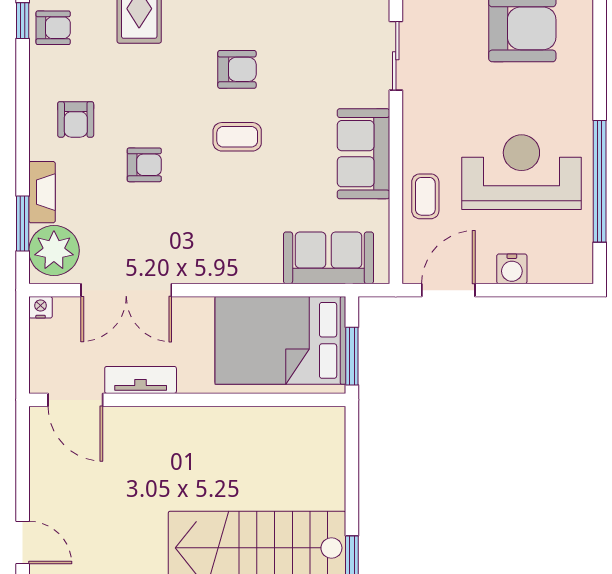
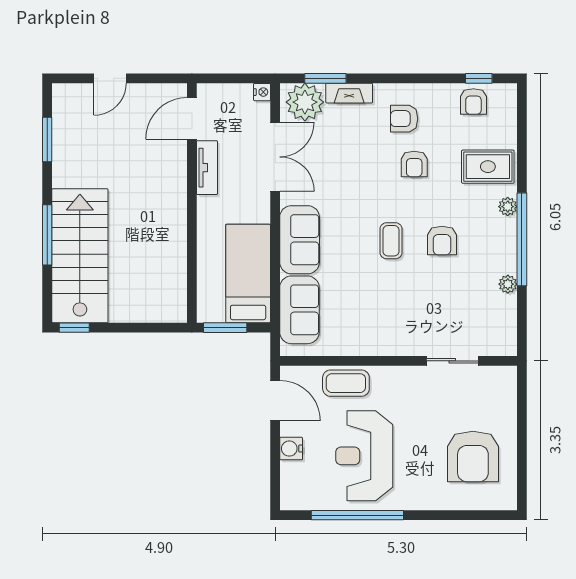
sofa: (363, 154) -> (300, 240), moved, turned 90
armchair: (144, 165) -> (414, 164), moved
reception desk: (521, 172) -> (364, 456), turned 180
coffee table: (425, 196) -> (346, 383), width x1.36, depth x1.30
double door: (126, 290) -> (275, 157), swing flipped
bed: (280, 340) -> (248, 273), width x0.67
door: (23, 543) -> (110, 78), moved

